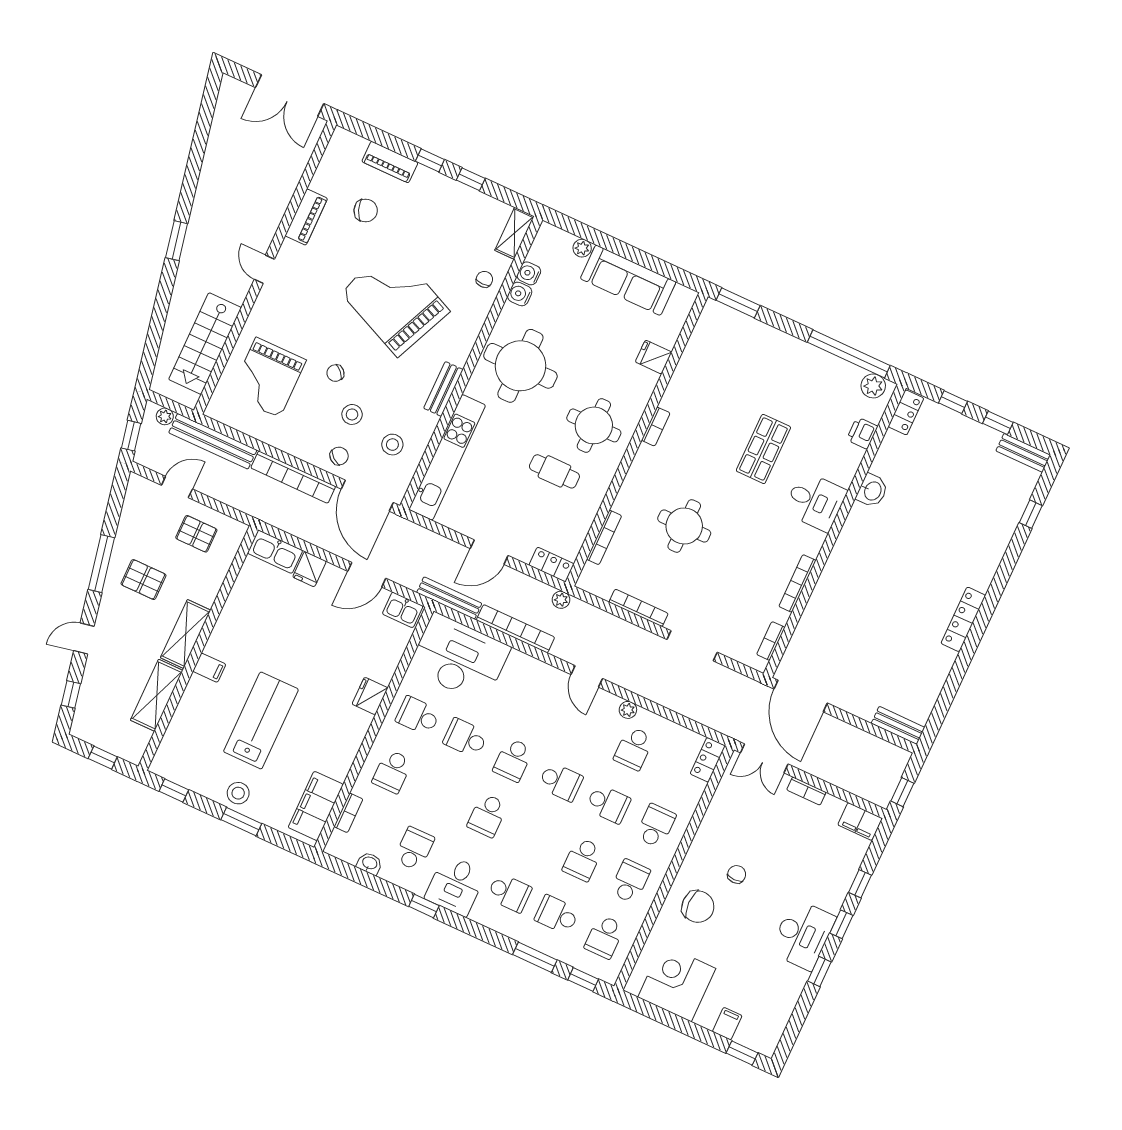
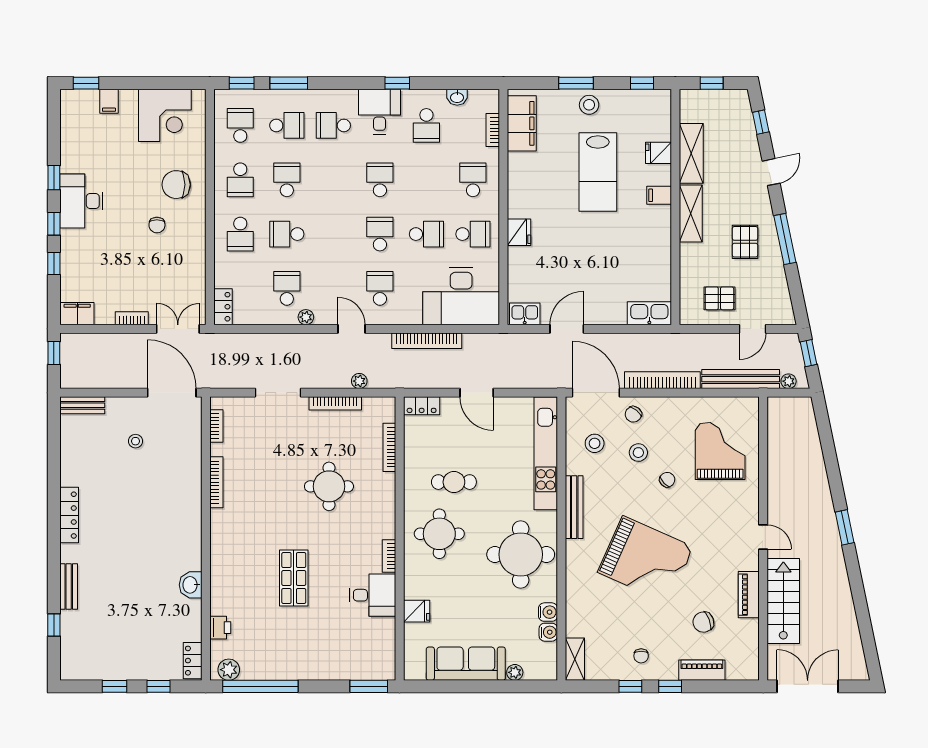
chair: (484, 279) -> (641, 656), moved
stairs: (205, 344) -> (783, 601), moved
bench: (443, 389) -> (574, 507), width x1.36
bench: (1023, 453) -> (69, 587), moved, turned 90
desk: (815, 501) -> (373, 595), moved, turned 180
door: (489, 552) -> (477, 393), swing flipped
fridge: (309, 569) -> (659, 153), moved, turned -90
pallet: (143, 580) -> (745, 242), turned 90
bench: (449, 598) -> (492, 341), removed
plant: (561, 600) -> (359, 381), moved
stool: (861, 664) -> (135, 441), added
school desk: (561, 782) -> (380, 288), moved, turned 90

